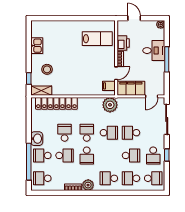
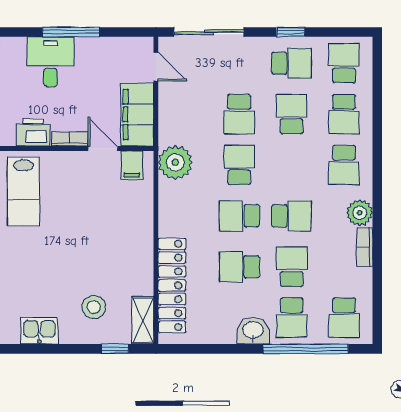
lab bench: (97, 39) -> (23, 191), turned 180

